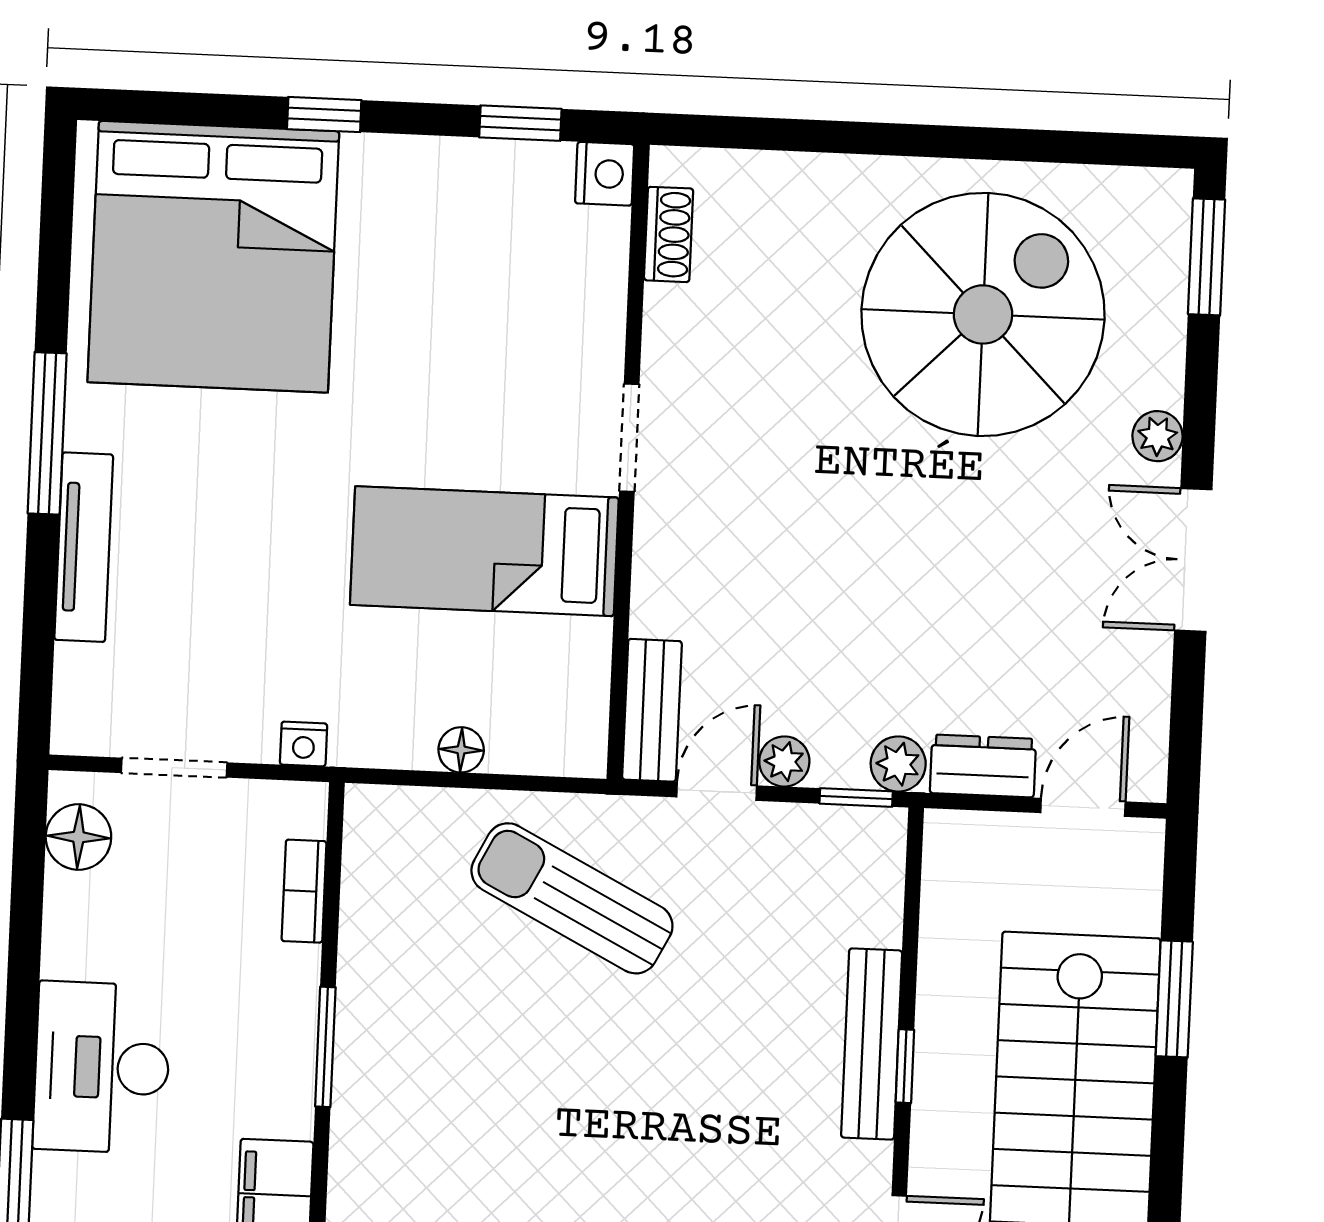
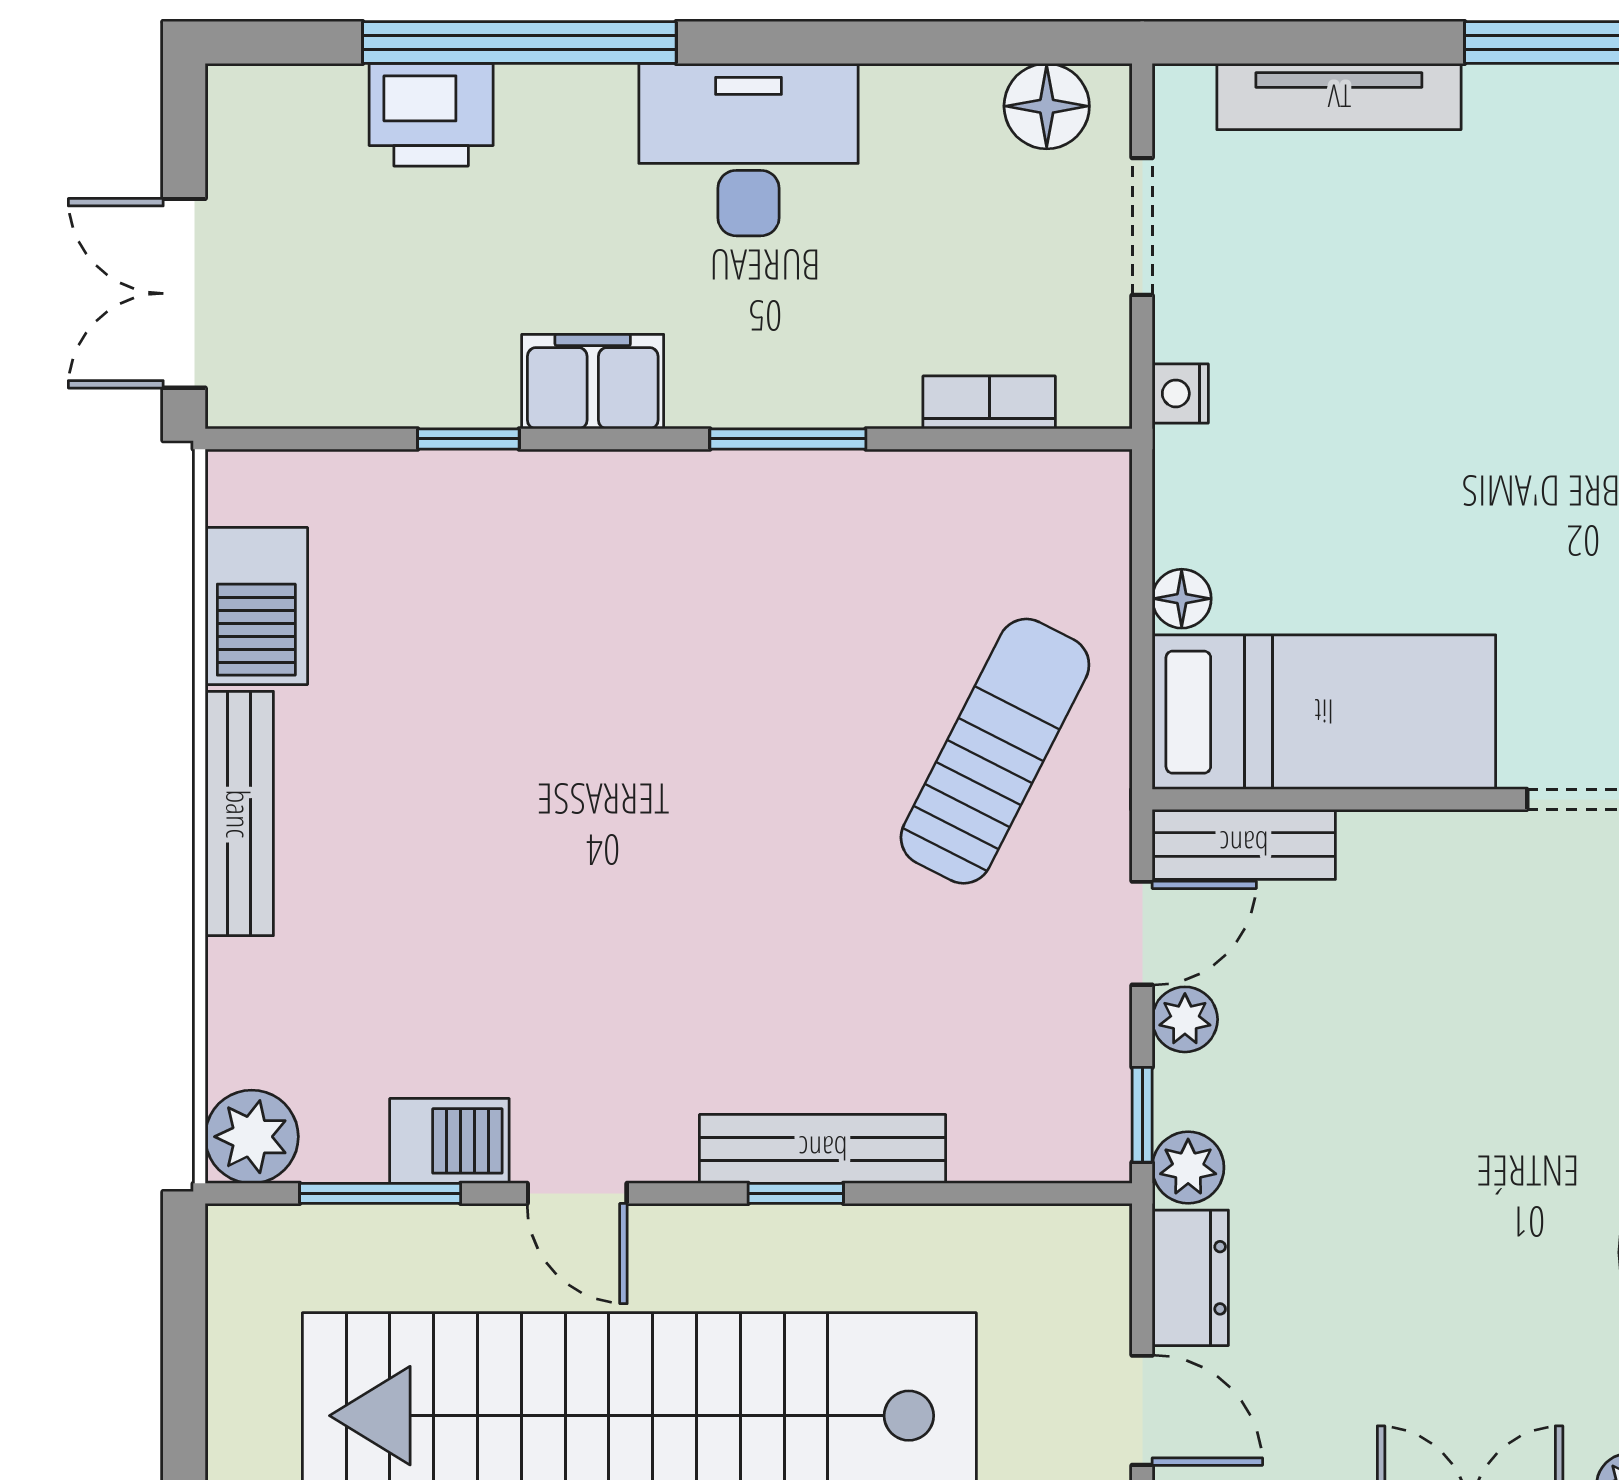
tv unit: (84, 547) -> (1339, 97), moved
bed: (484, 551) -> (1324, 712), moved, turned 90
door: (717, 791) -> (1142, 933), hinge flipped

